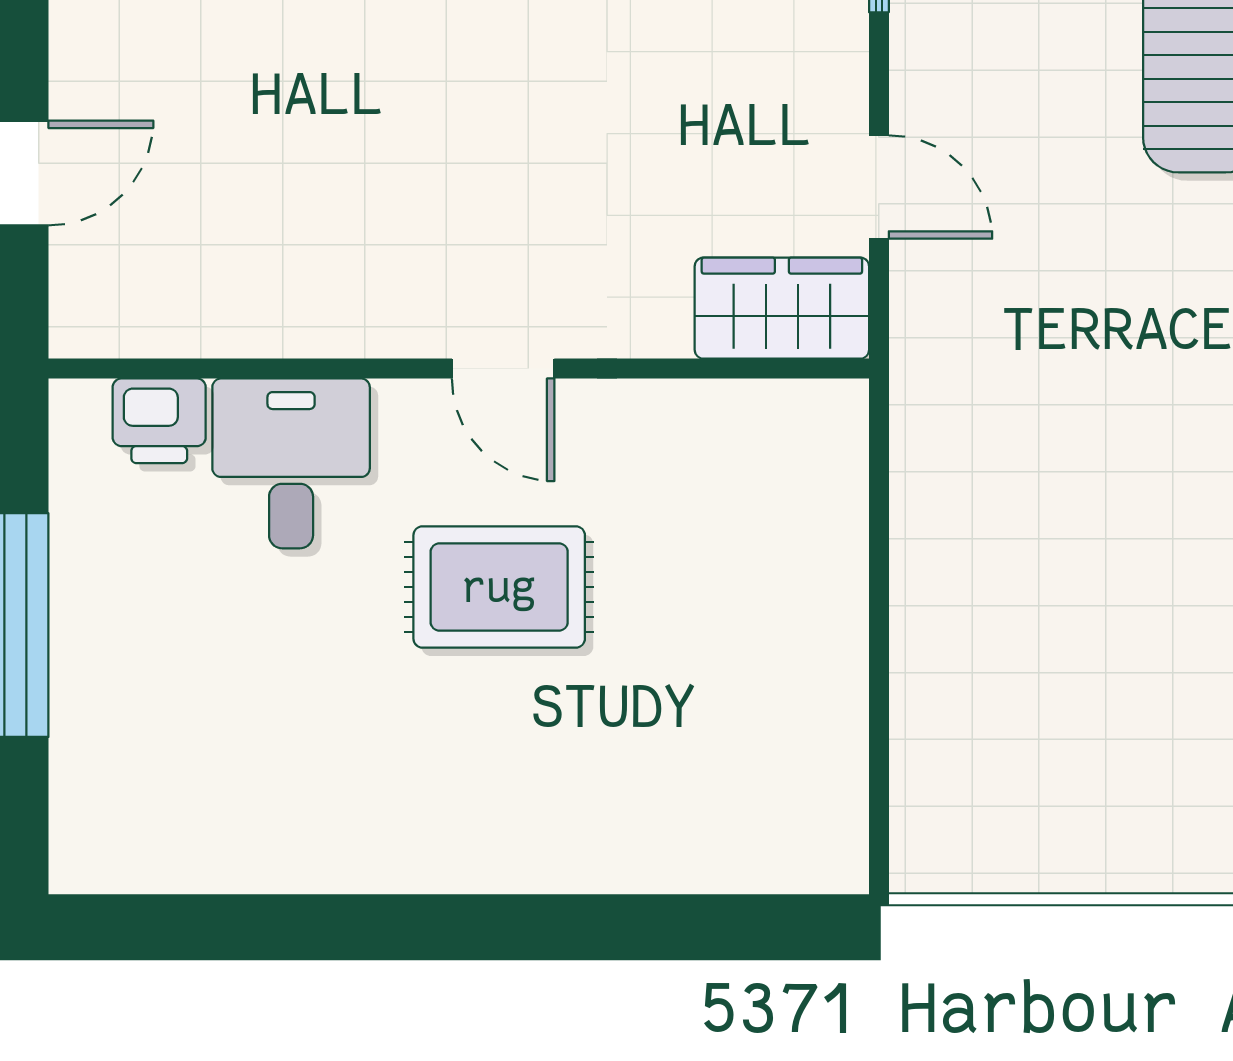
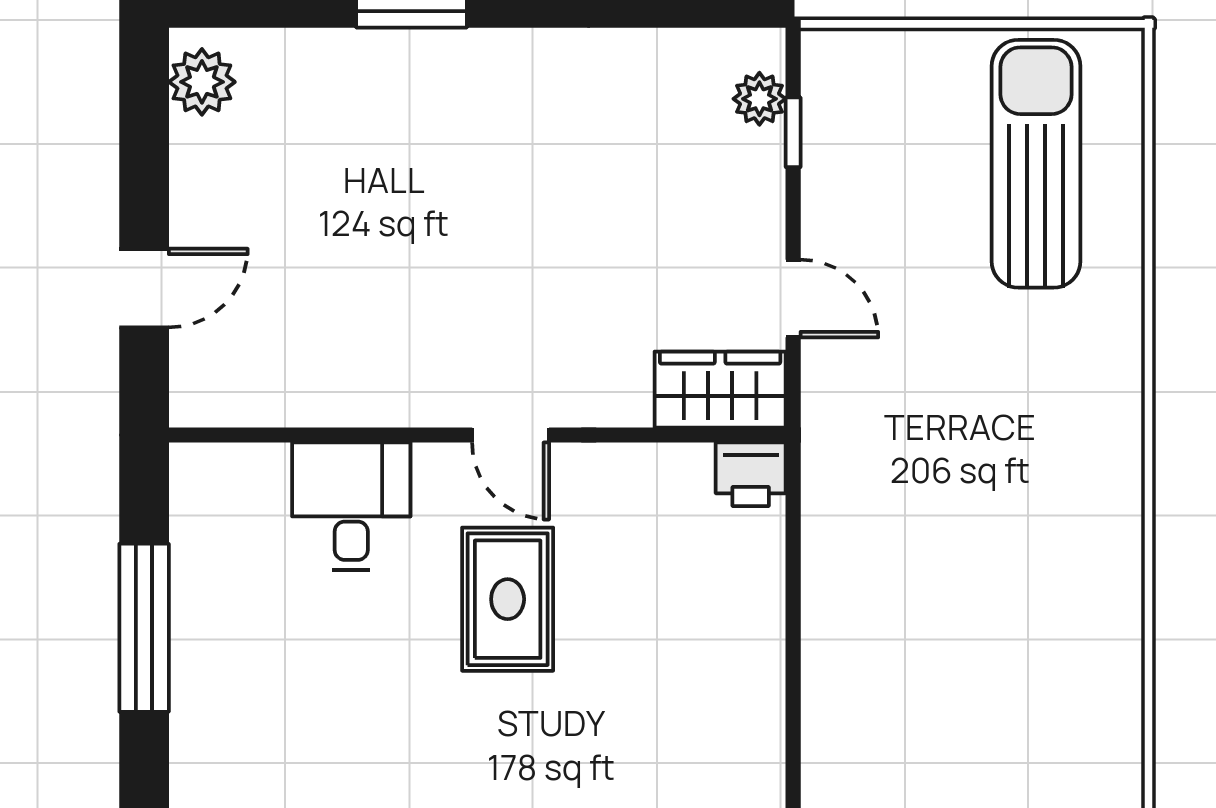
printer: (159, 421) -> (751, 474), moved
rug: (499, 587) -> (508, 599), turned 90

